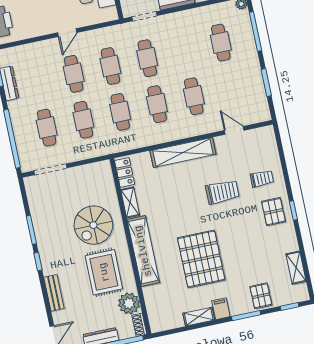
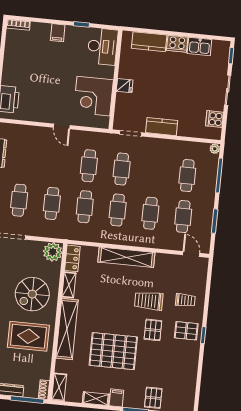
door: (67, 33) -> (62, 126), hinge flipped
cafe table: (74, 74) -> (183, 217), moved
door: (234, 130) -> (191, 254), moved
trolley: (222, 192) -> (149, 301), turned 180
pallet: (274, 212) -> (186, 331), turned 90
pallet: (237, 222) -> (153, 330), added
pallet: (201, 259) -> (113, 351), turned 90
shelving: (296, 268) -> (59, 387), moved
rug: (104, 272) -> (28, 336), turned 90
plant: (129, 303) -> (53, 252), moved

